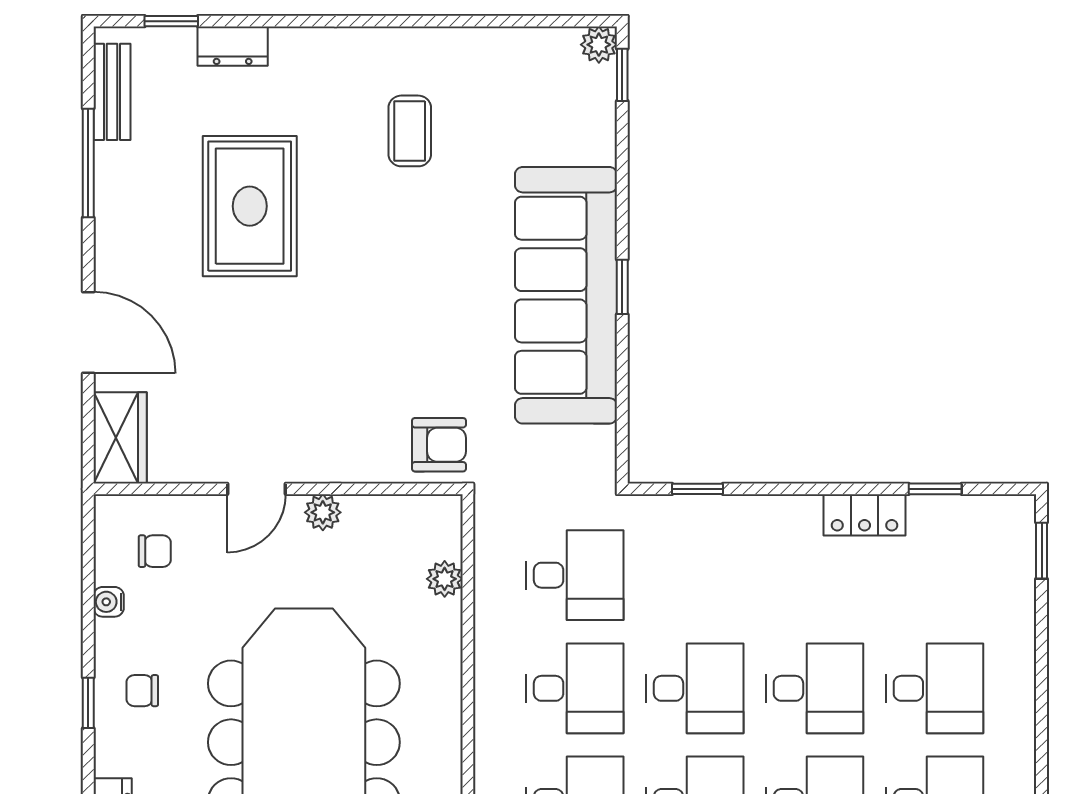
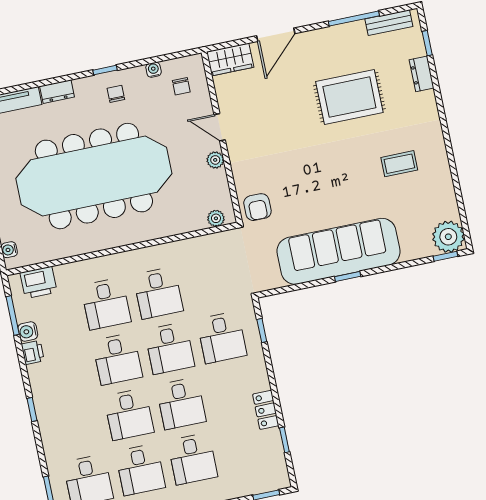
plant: (599, 45) -> (448, 237), width x1.87, depth x1.87
desk: (575, 575) -> (222, 337), moved
plant: (445, 579) -> (216, 218), moved

